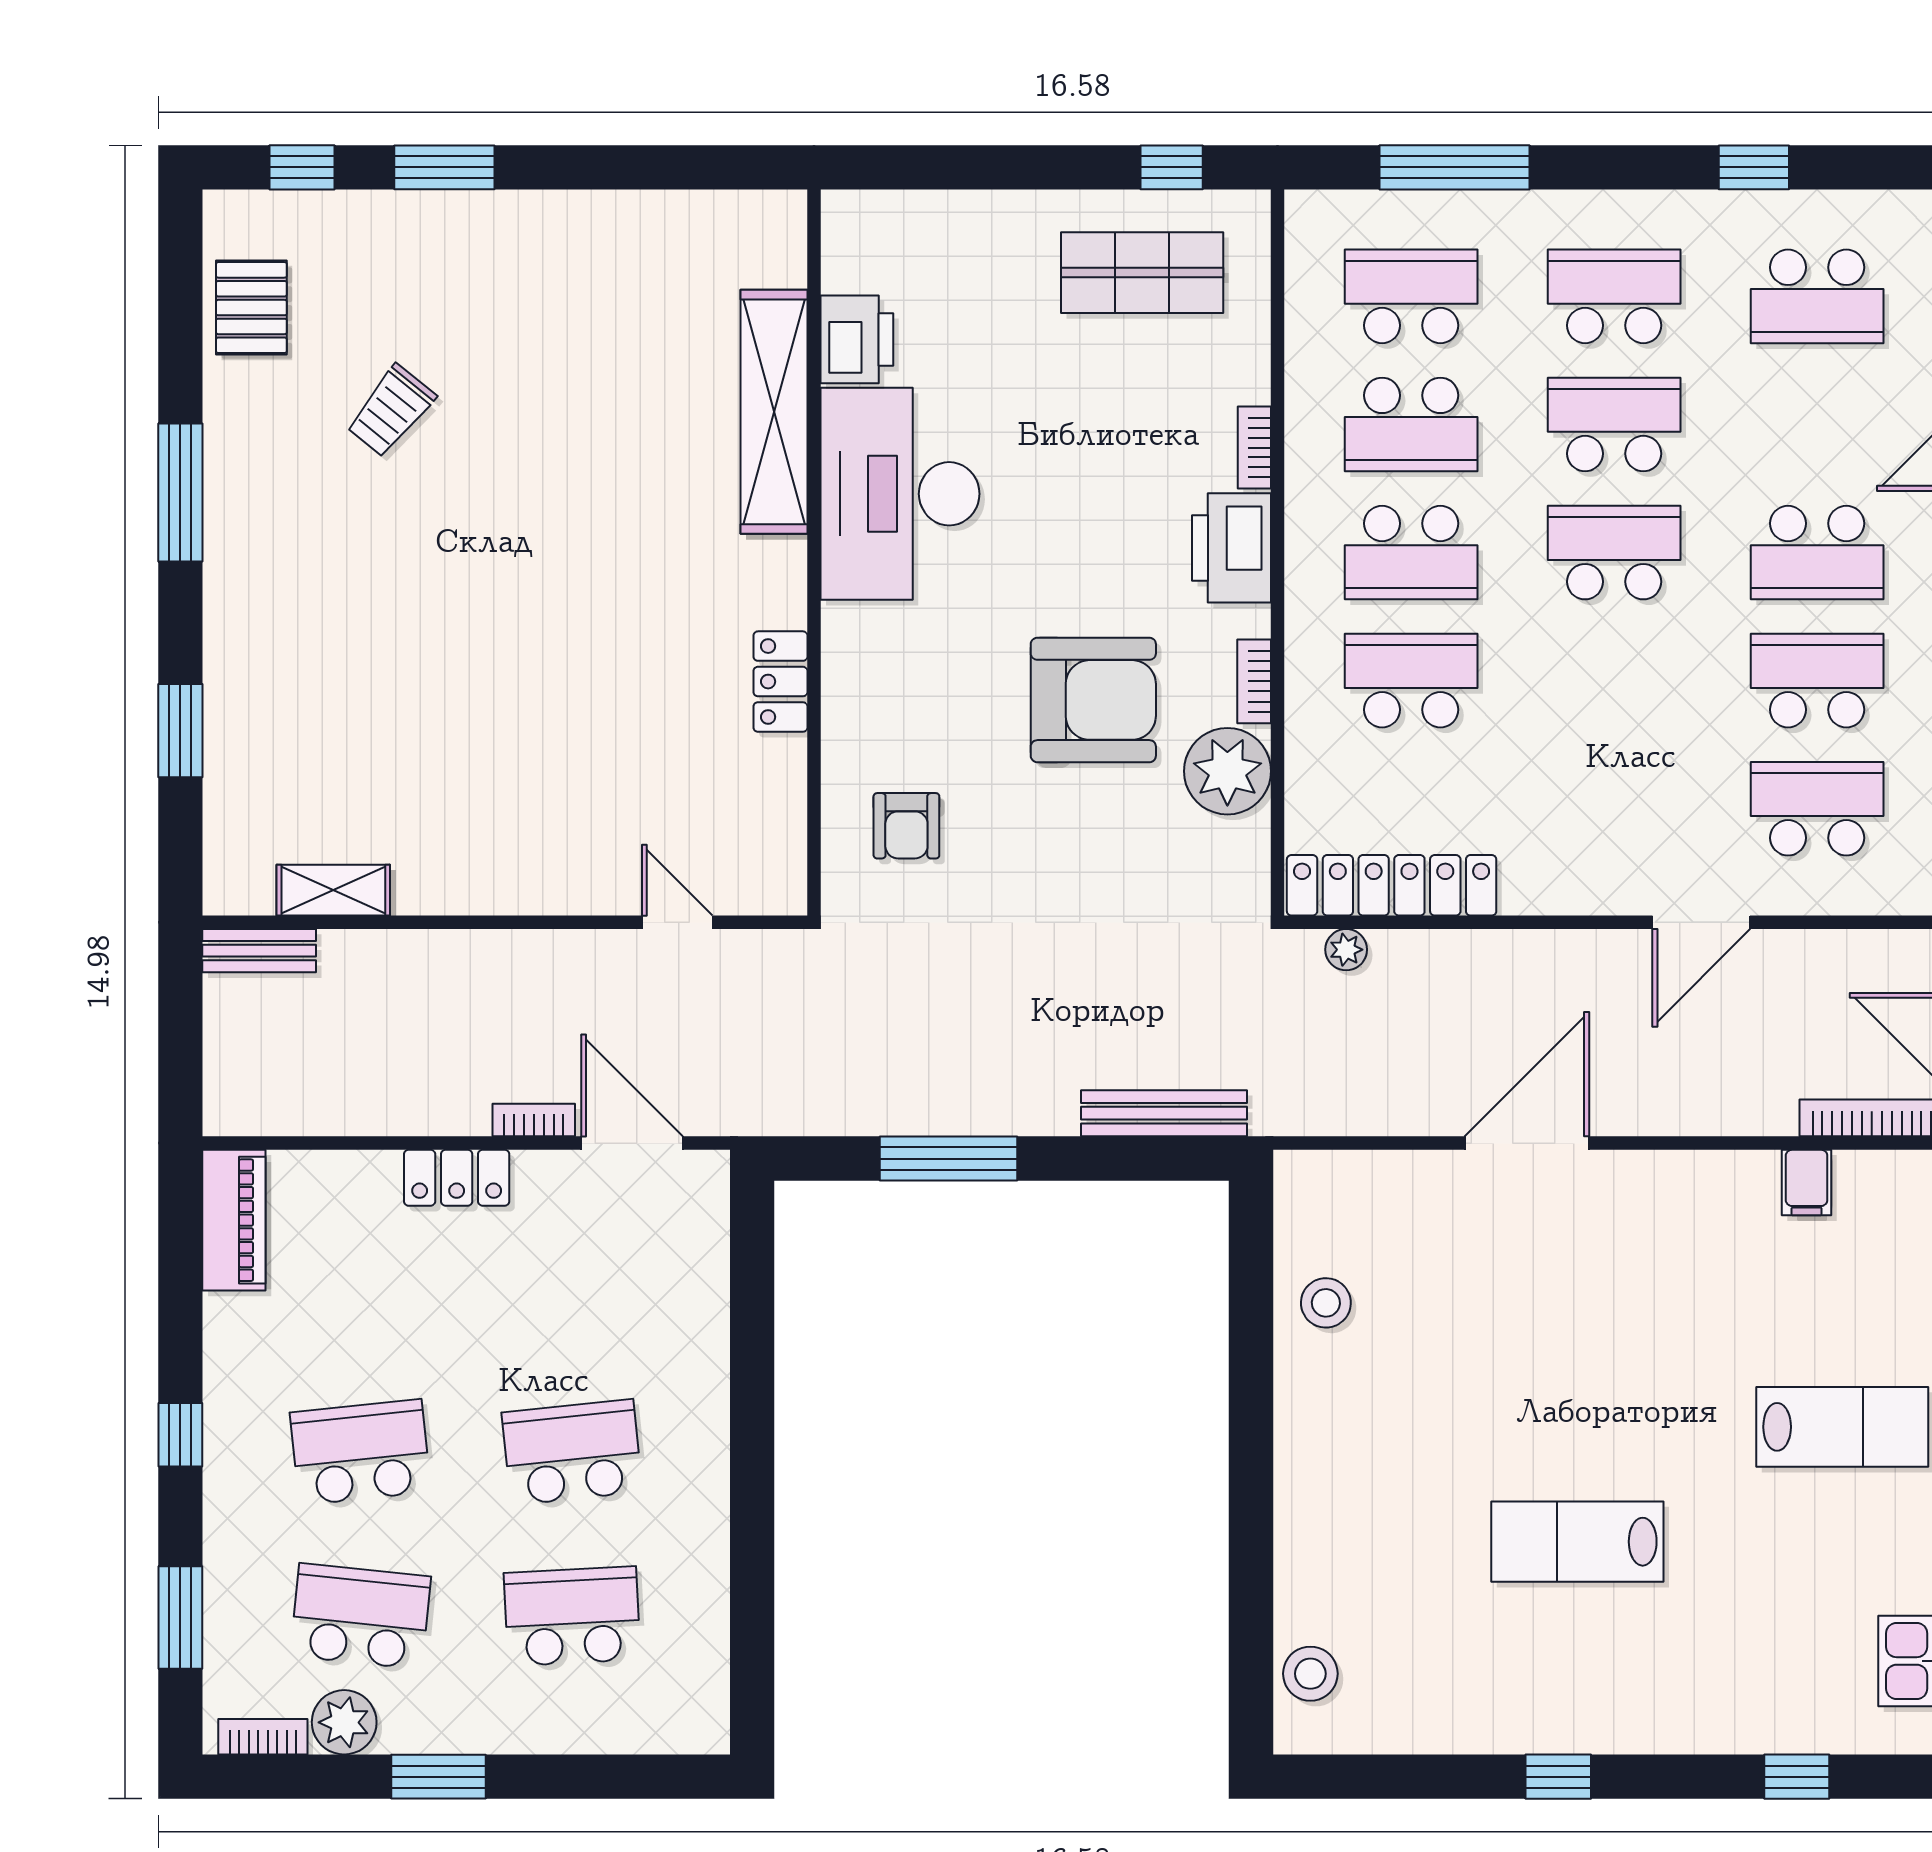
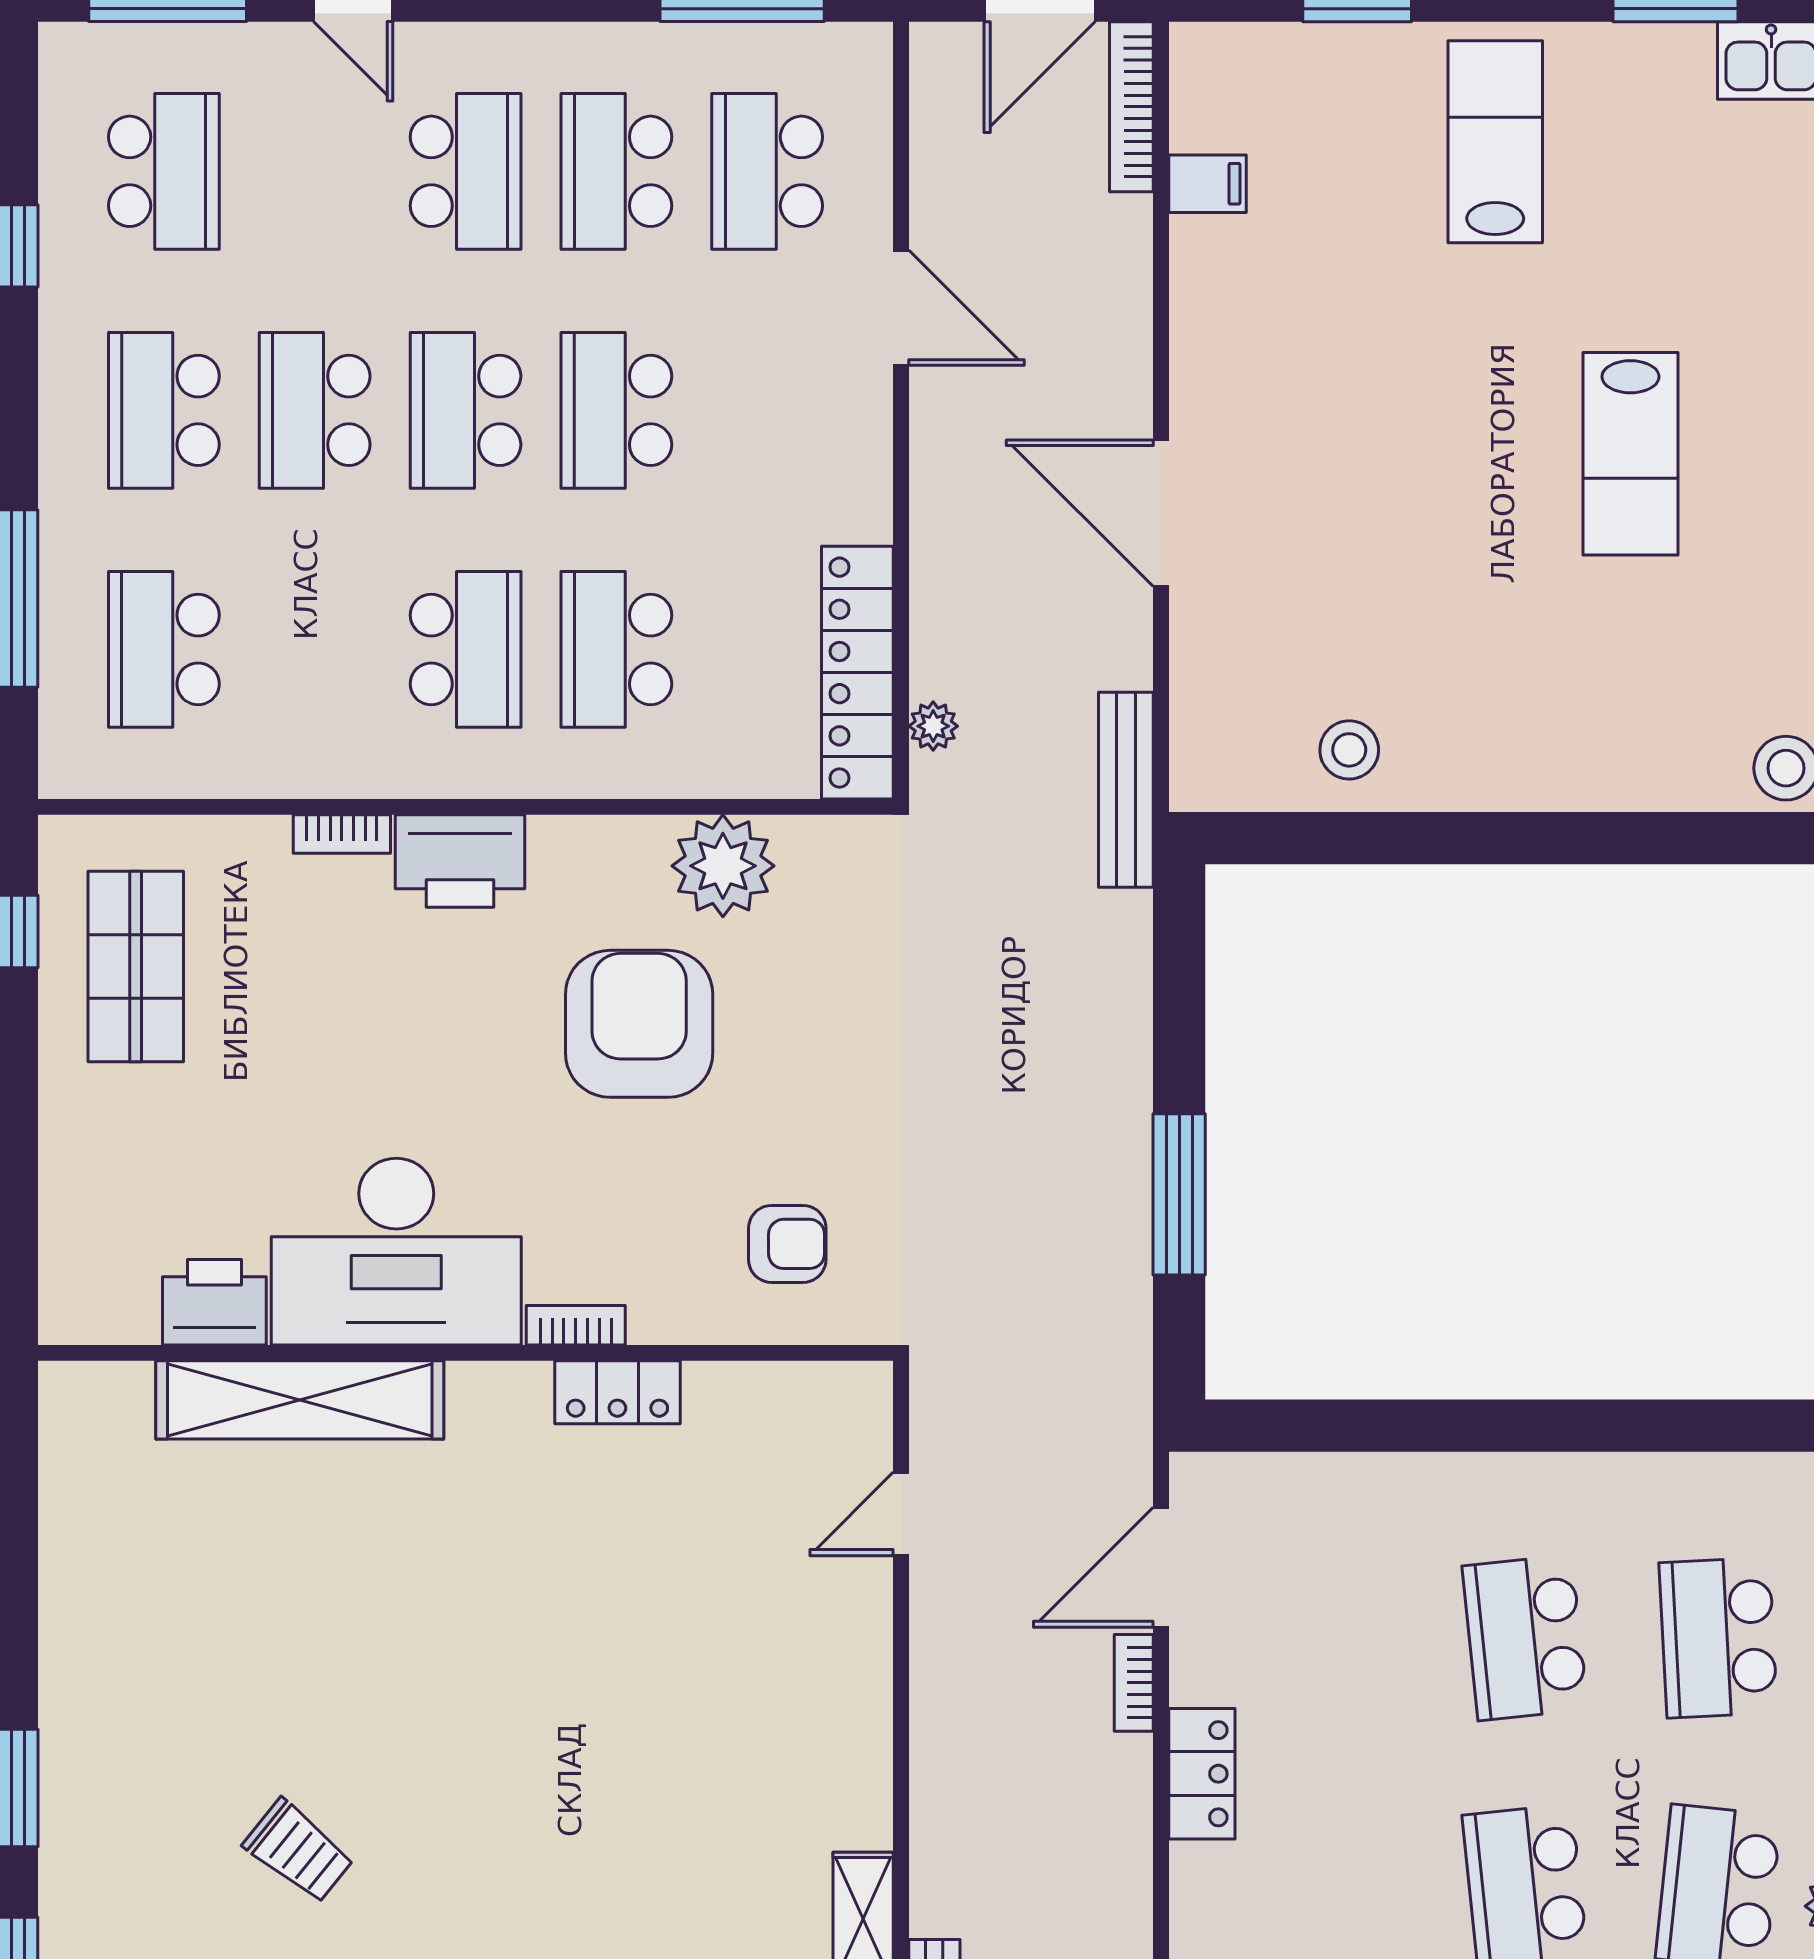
school desk: (1411, 424) -> (616, 410), moved, turned 180
bookcase: (1254, 681) -> (576, 1325), moved, turned 180
bench: (1164, 1113) -> (1126, 790), moved

